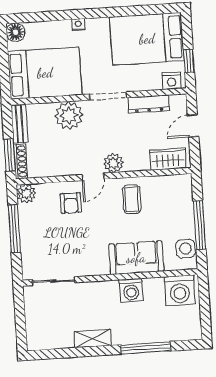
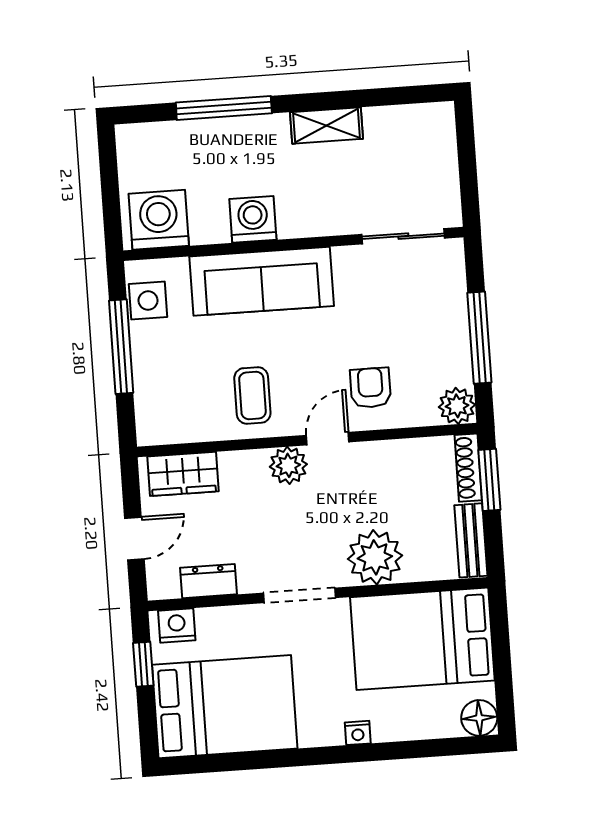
dresser: (149, 104) -> (208, 581), width x0.70
sofa: (136, 258) -> (262, 281), width x1.36

